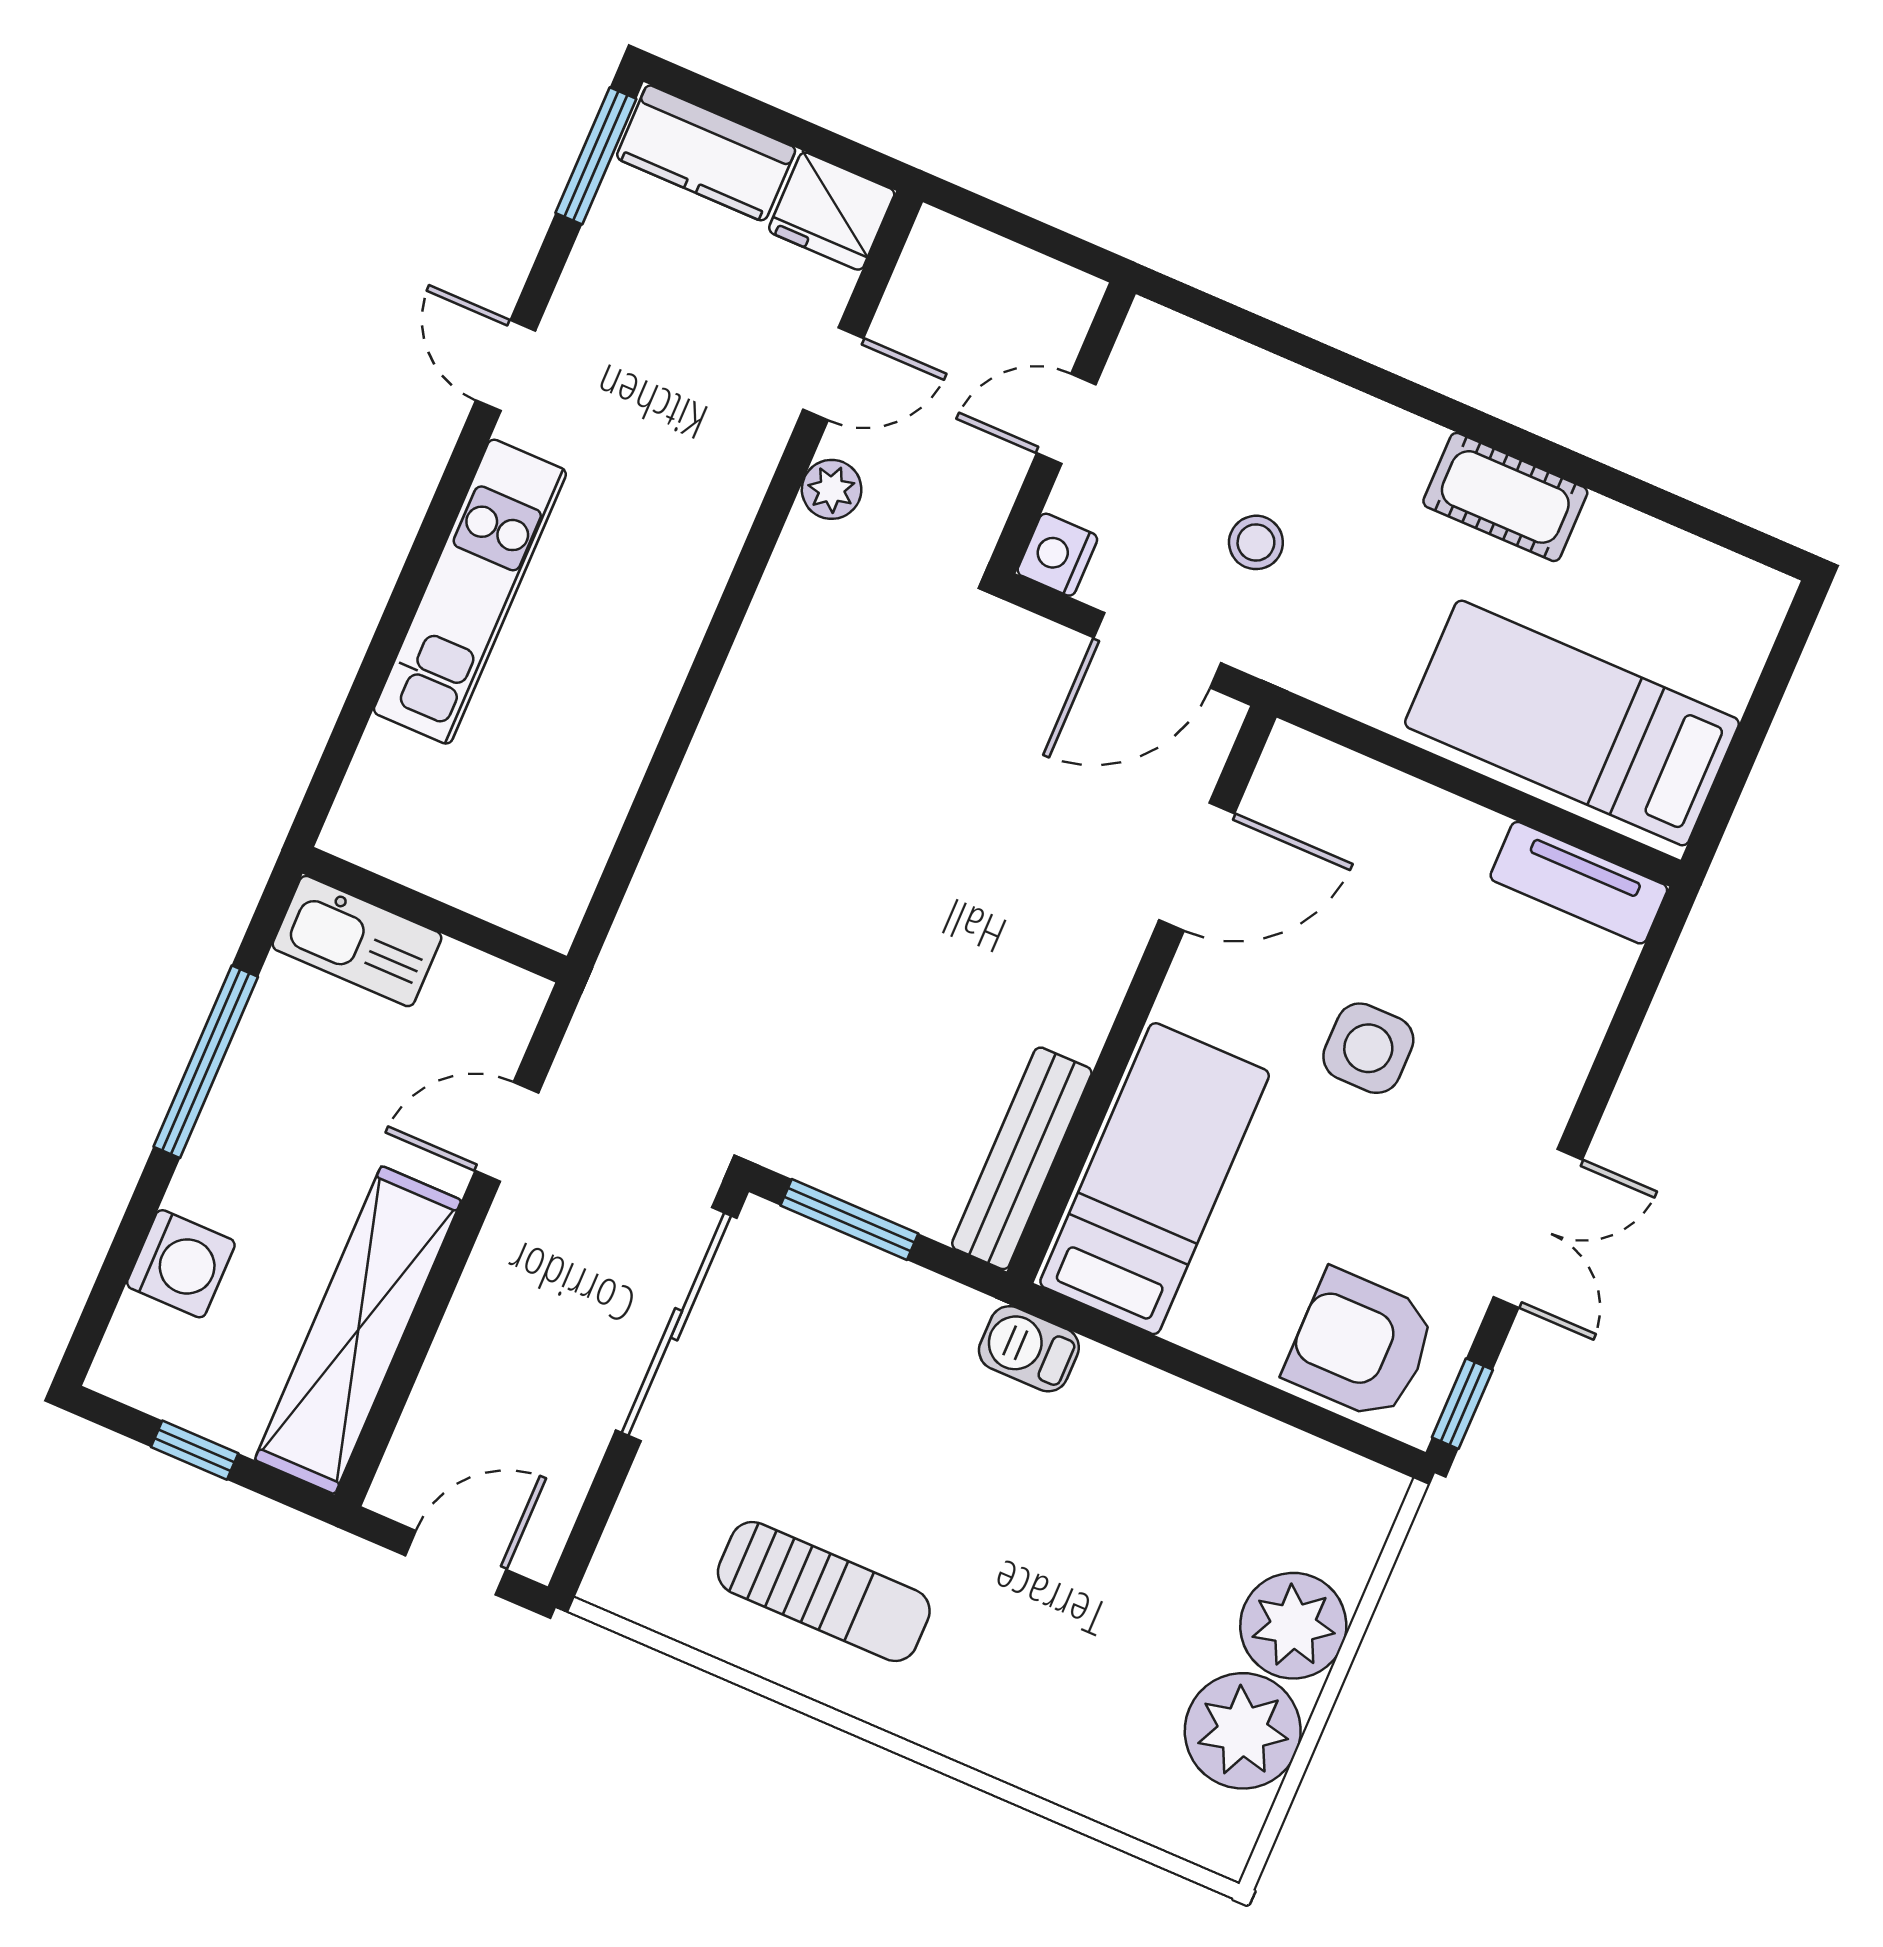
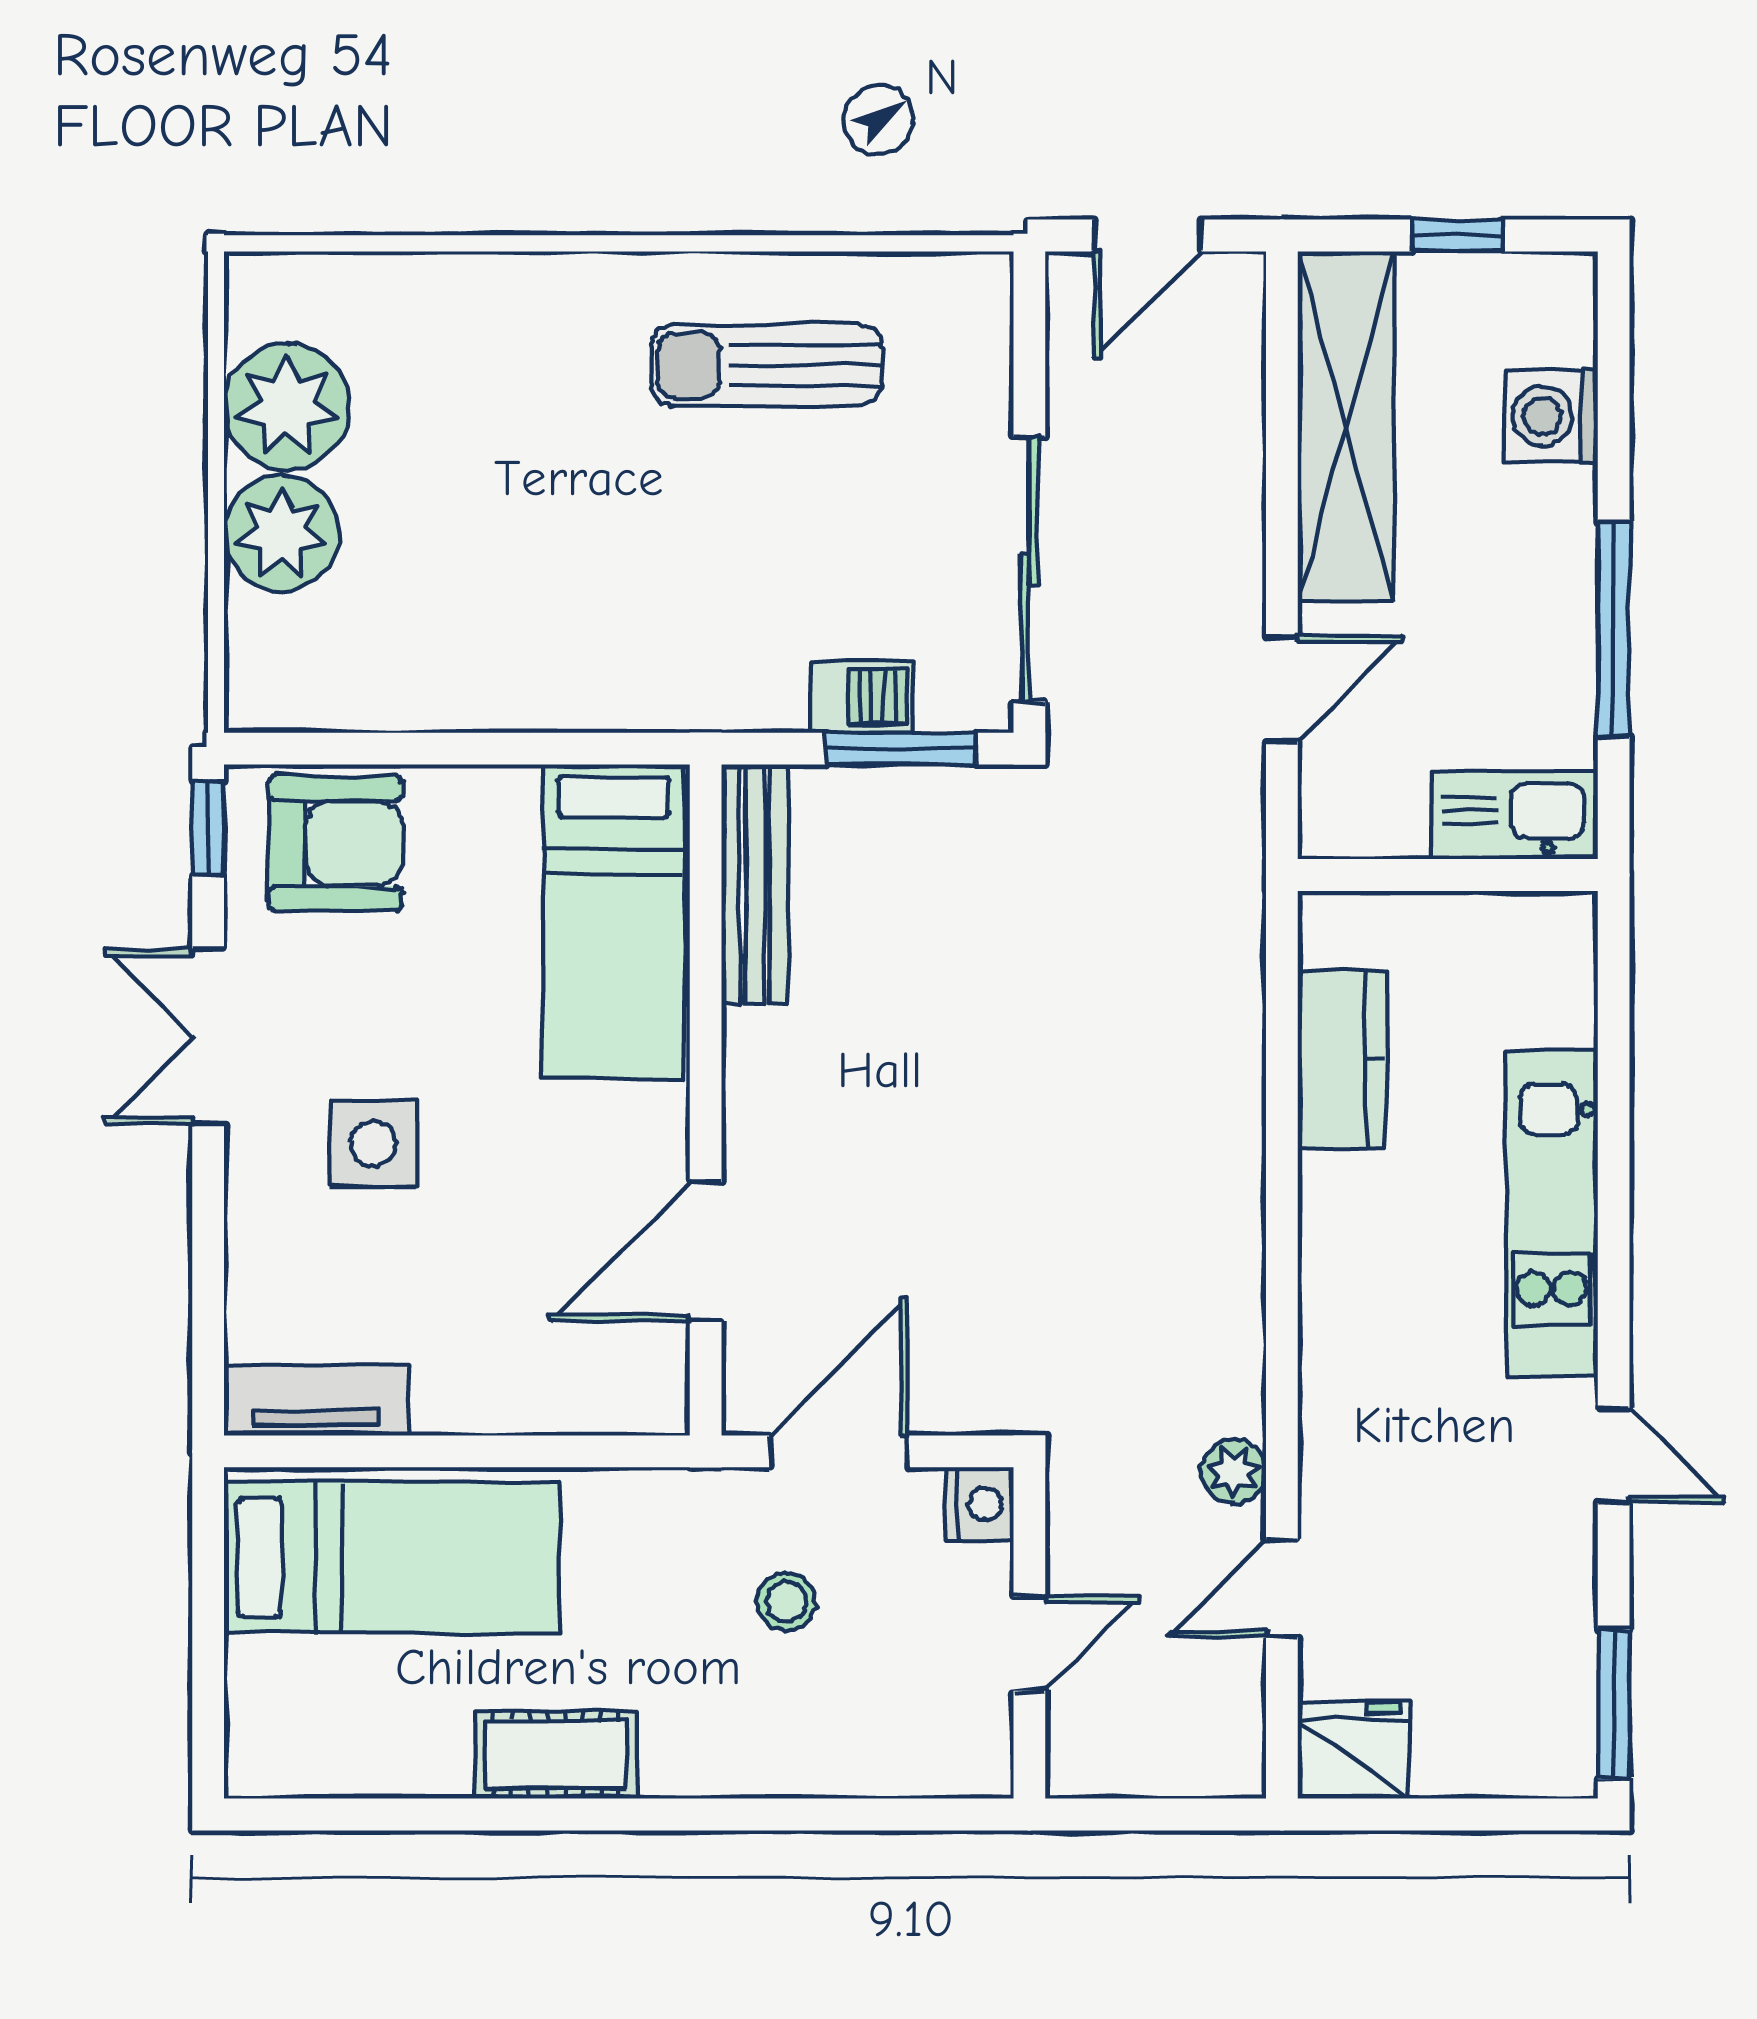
kitchen counter: (706, 153) -> (1342, 1059), moved, turned 90
side table: (1368, 1048) -> (373, 1144), moved
barbecue: (1029, 1349) -> (862, 697), moved

